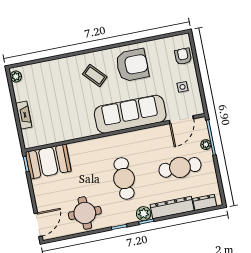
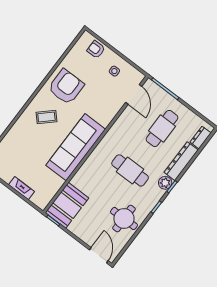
sofa: (130, 114) -> (76, 147), moved
plant: (206, 145) -> (166, 97), removed

